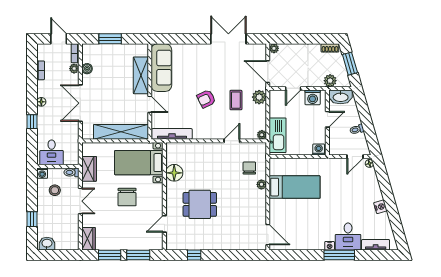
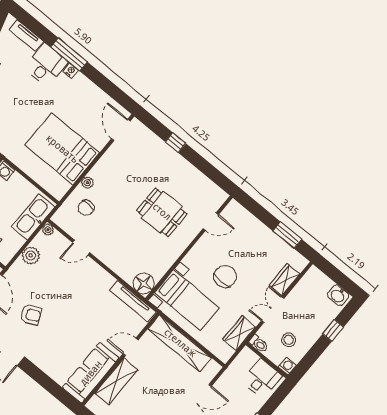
plant: (259, 97) -> (31, 255), moved
armchair: (206, 99) -> (31, 315), moved
coffee table: (236, 100) -> (45, 283), removed
door: (150, 104) -> (131, 347), hinge flipped
floor lamp: (174, 173) -> (144, 283), moved
bed: (295, 187) -> (62, 149), width x1.50
wardrobe: (88, 239) -> (284, 280), moved
window: (138, 255) -> (260, 213), removed
window: (194, 255) -> (176, 143), moved

